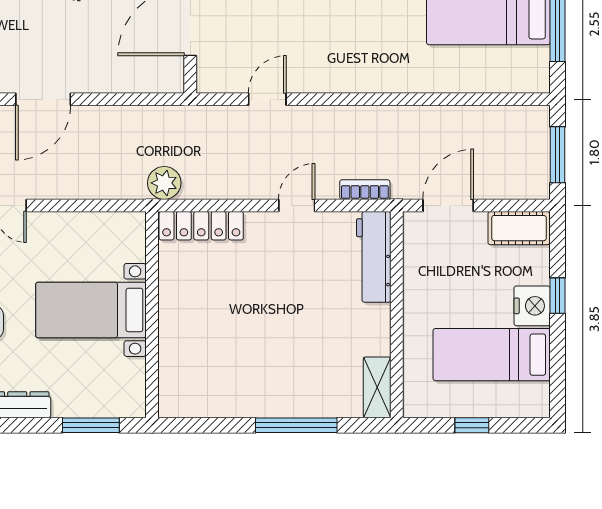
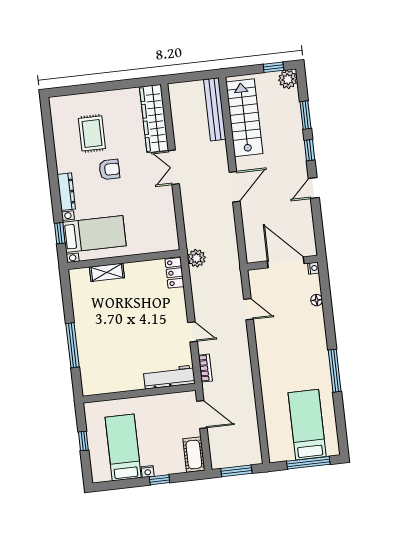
door: (43, 99) -> (235, 187), swing flipped
locker: (201, 226) -> (175, 273), width x0.66
nightstand: (532, 306) -> (148, 471), width x0.53, depth x0.56
bed with nightstands: (91, 310) -> (94, 234), moved, turned 90
shelving: (377, 387) -> (107, 272), moved
window: (91, 425) -> (60, 233), width x0.67

